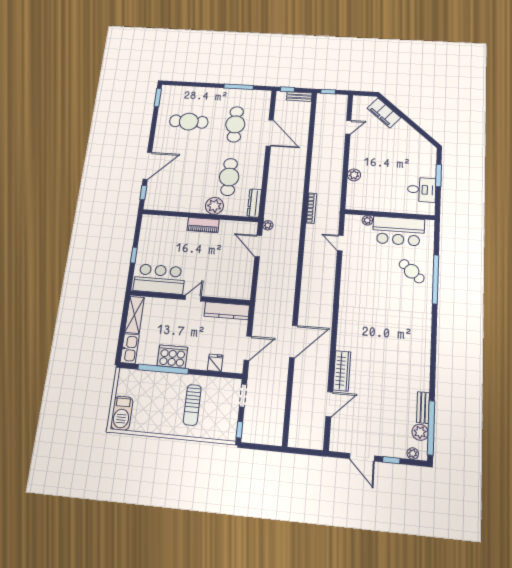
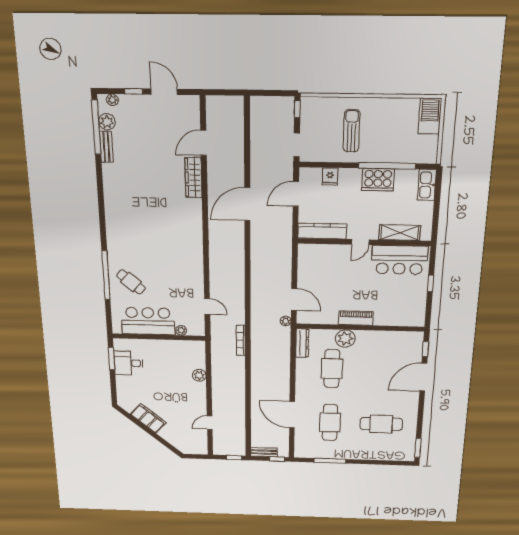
filing cabinet: (384, 113) -> (148, 418), moved
window: (439, 175) -> (111, 359), moved
shelving: (135, 315) -> (400, 233), moved, turned 90

